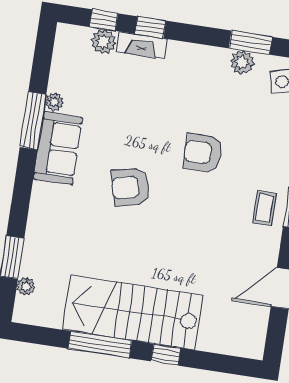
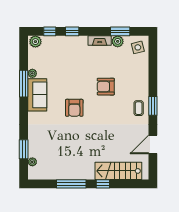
plant: (104, 42) -> (35, 42), moved
fireplace: (142, 45) -> (100, 41), moved
armchair: (131, 187) -> (74, 108), turned -75
stairs: (133, 312) -> (118, 171), moved, width x0.73, depth x0.66

